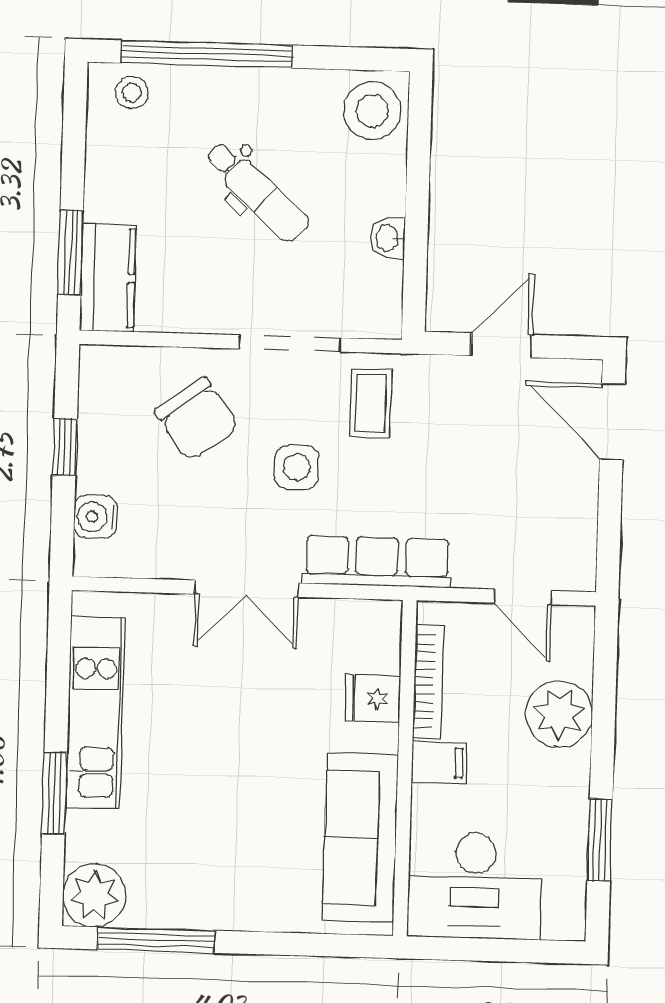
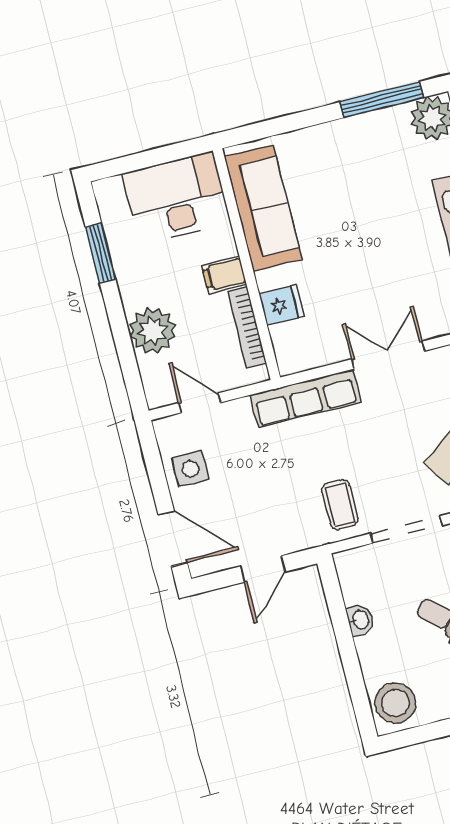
side table: (297, 467) -> (190, 469), moved

